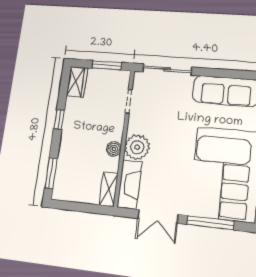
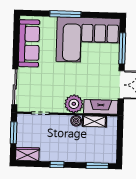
shelving: (109, 189) -> (94, 121), moved

